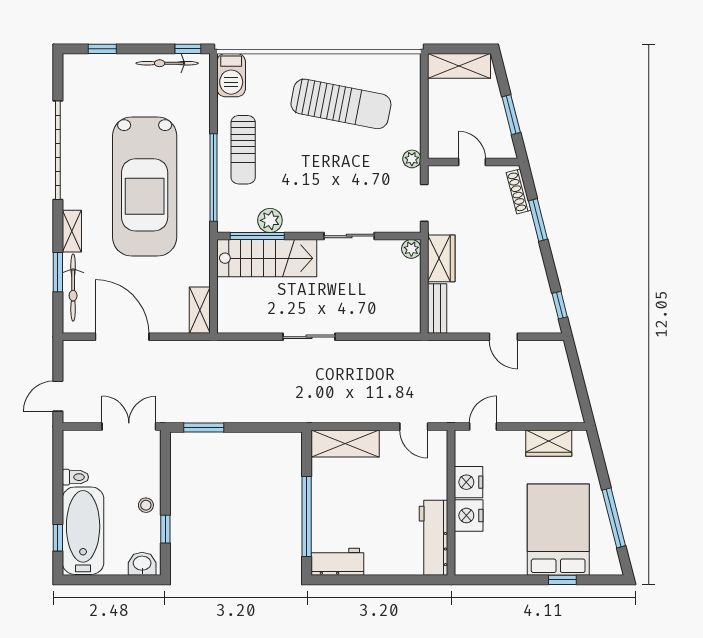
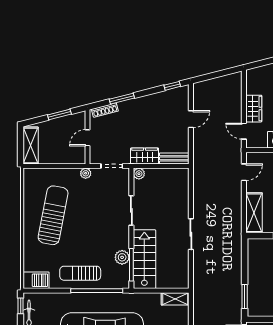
sun lounger: (243, 150) -> (80, 273), turned 180
wardrobe: (549, 443) -> (254, 109), moved

